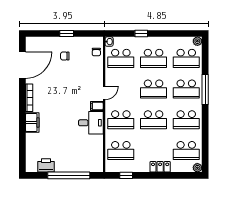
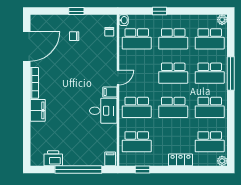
filing cabinet: (97, 166) -> (110, 159), added

